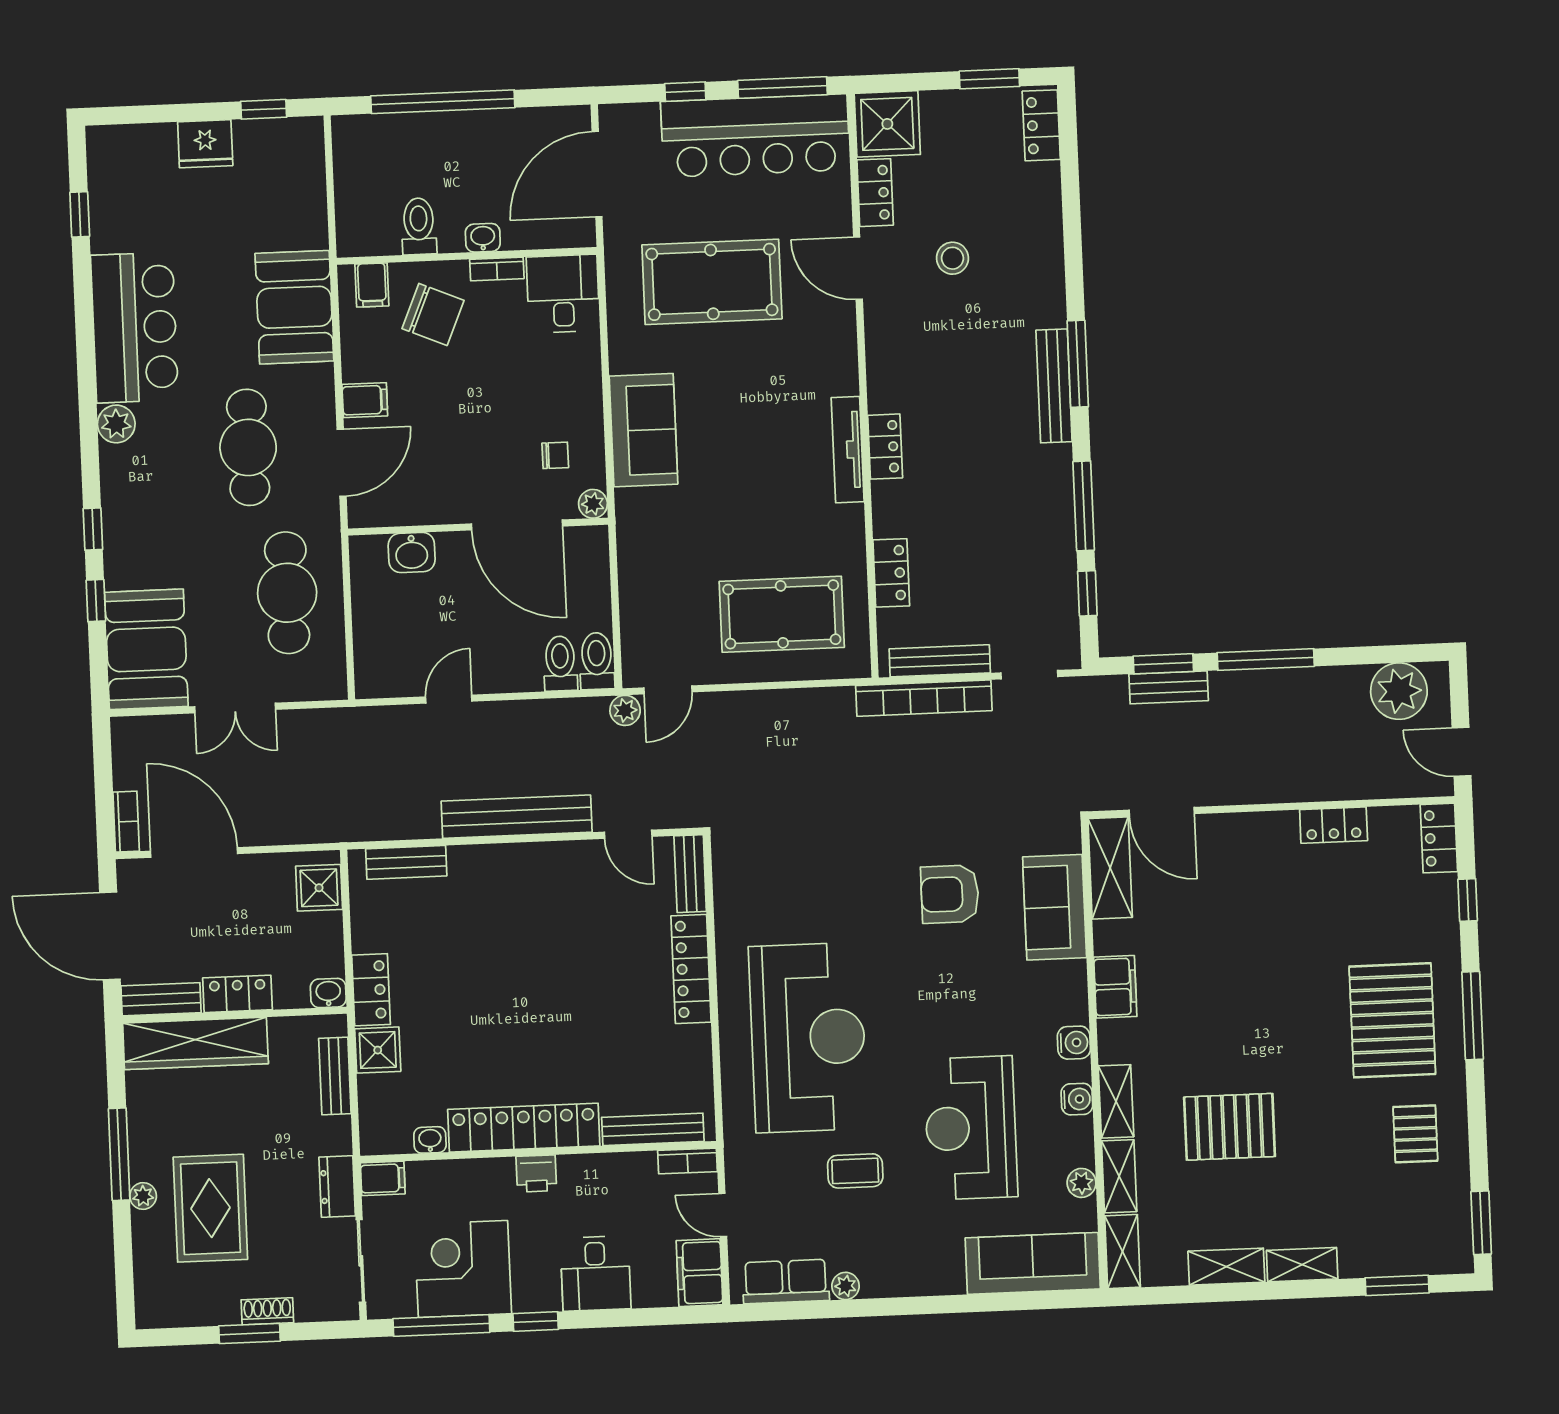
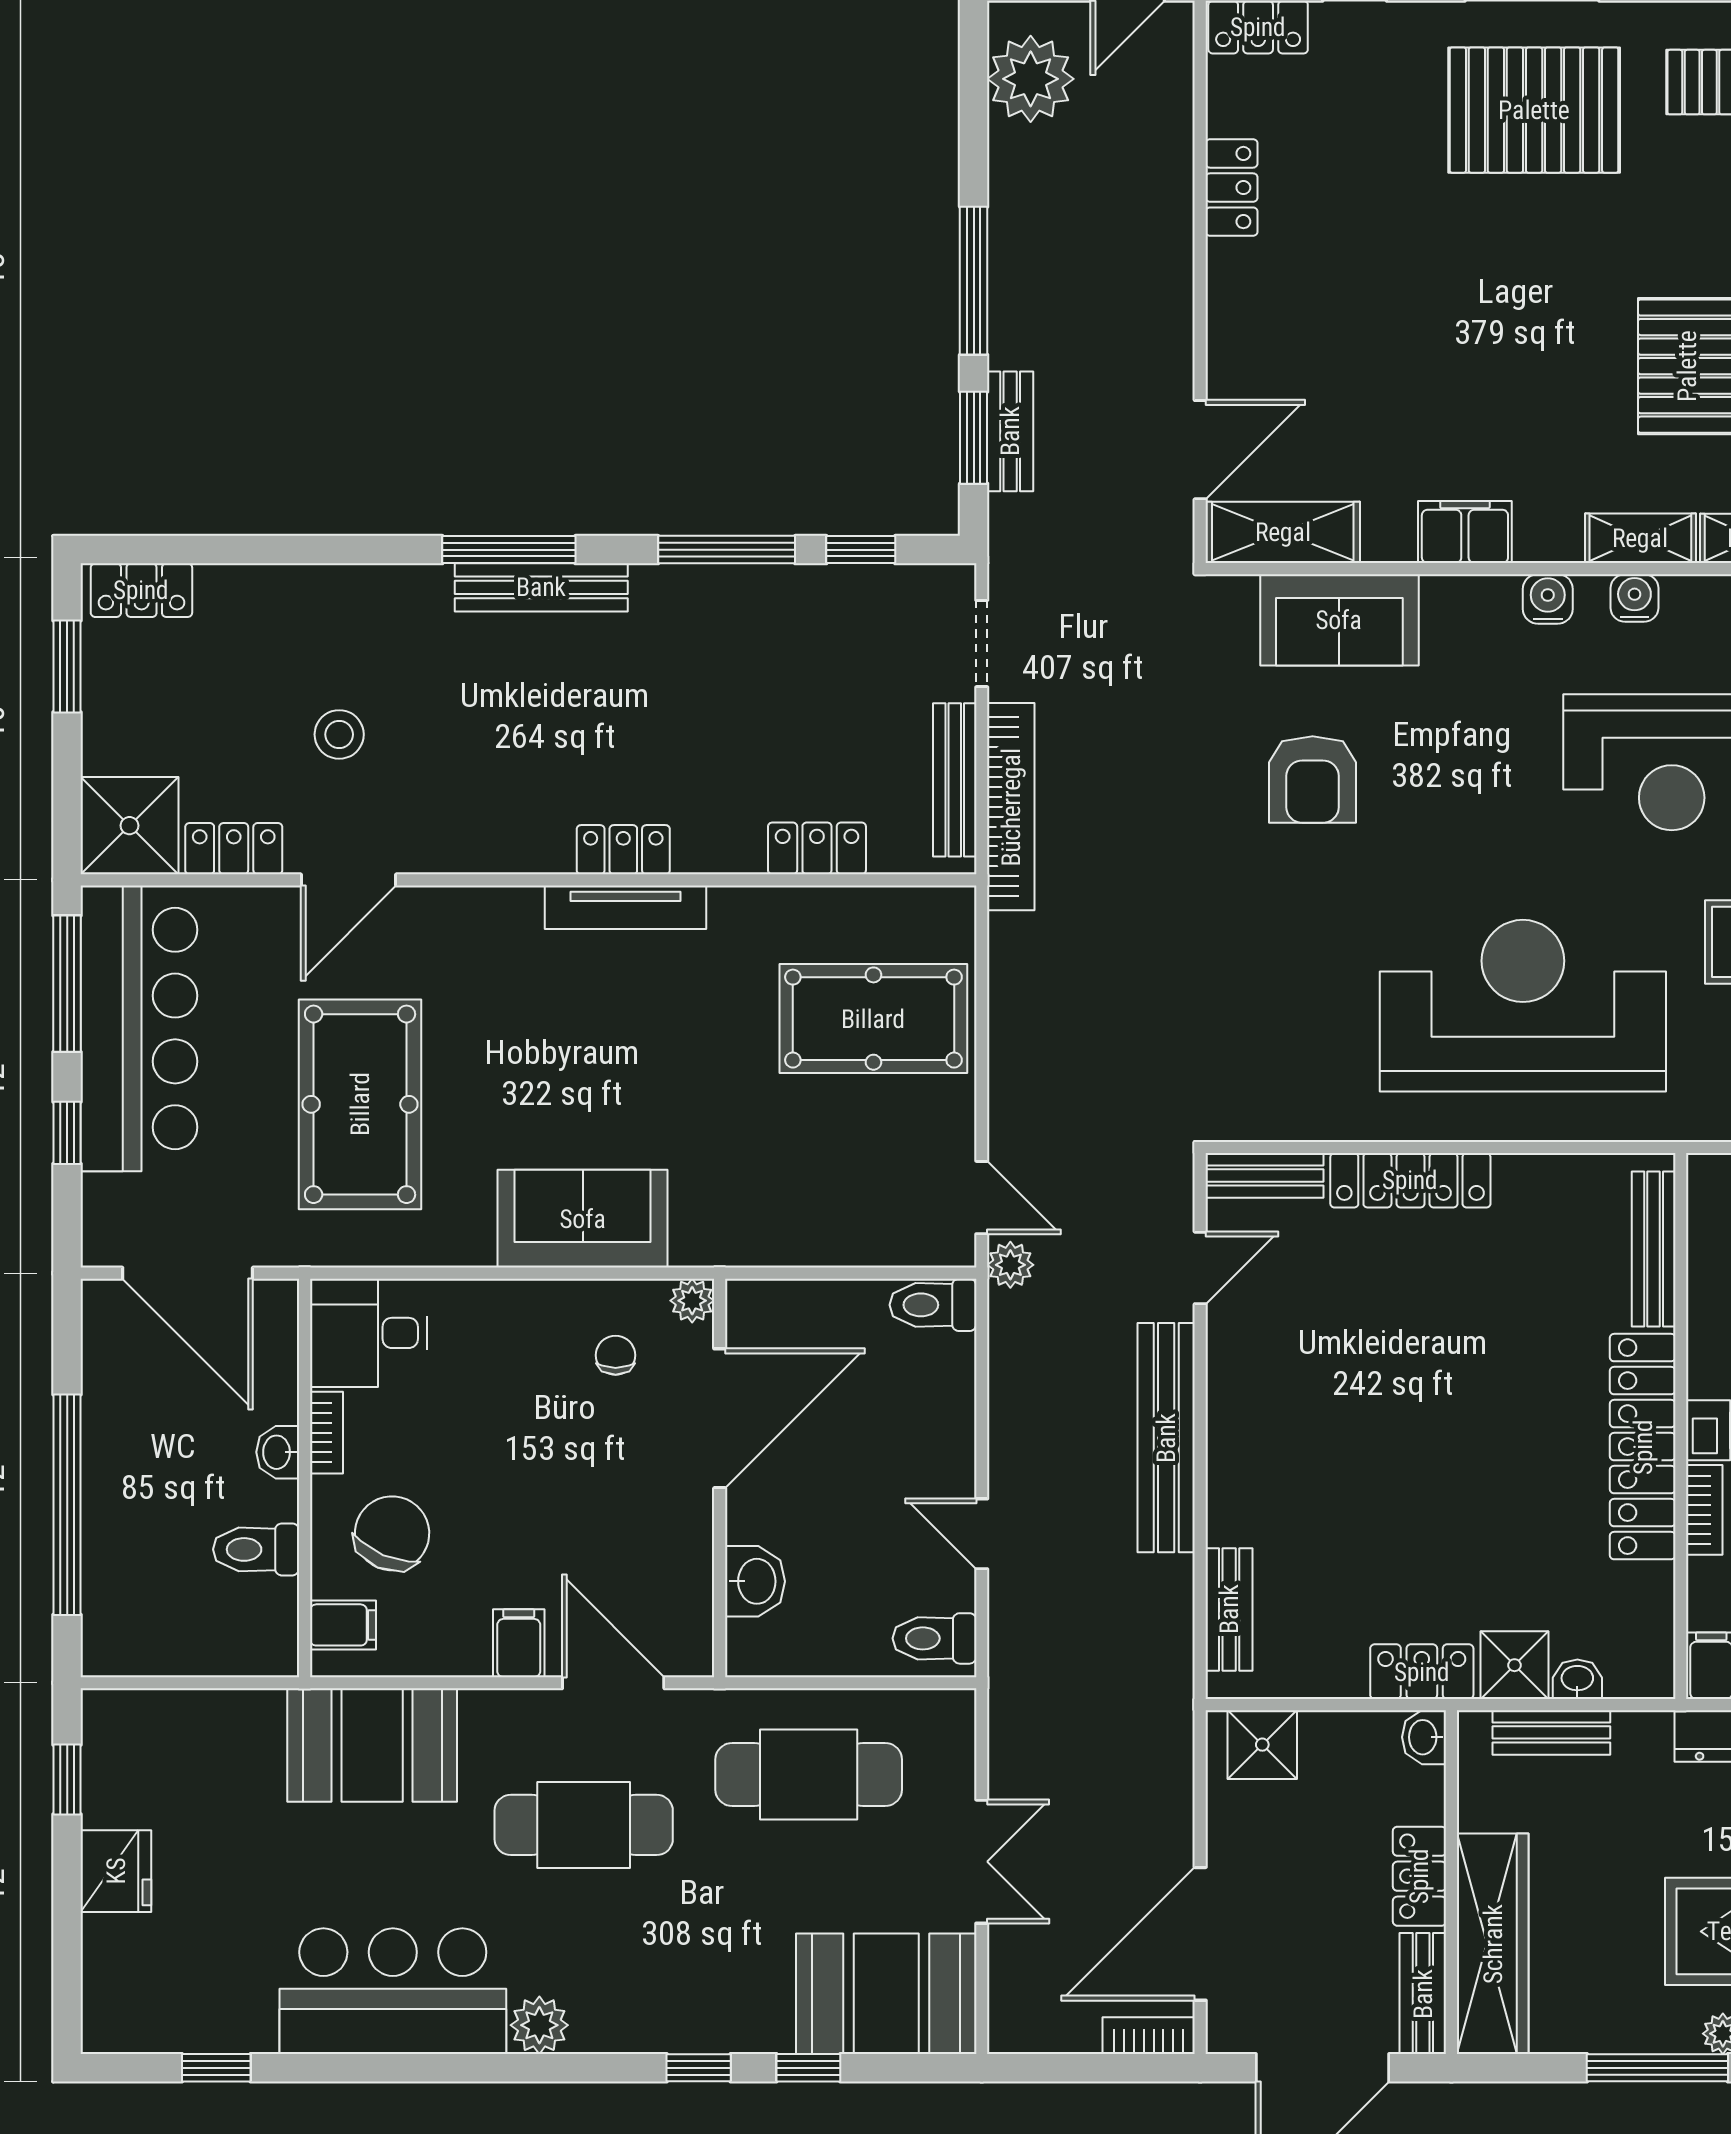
pool table: (782, 614) -> (873, 1019), turned 90
toilet: (560, 664) -> (935, 1638), moved
washbasin: (430, 1140) -> (1577, 1679), moved, turned 90
bookcase: (688, 1161) -> (1704, 1510), moved

